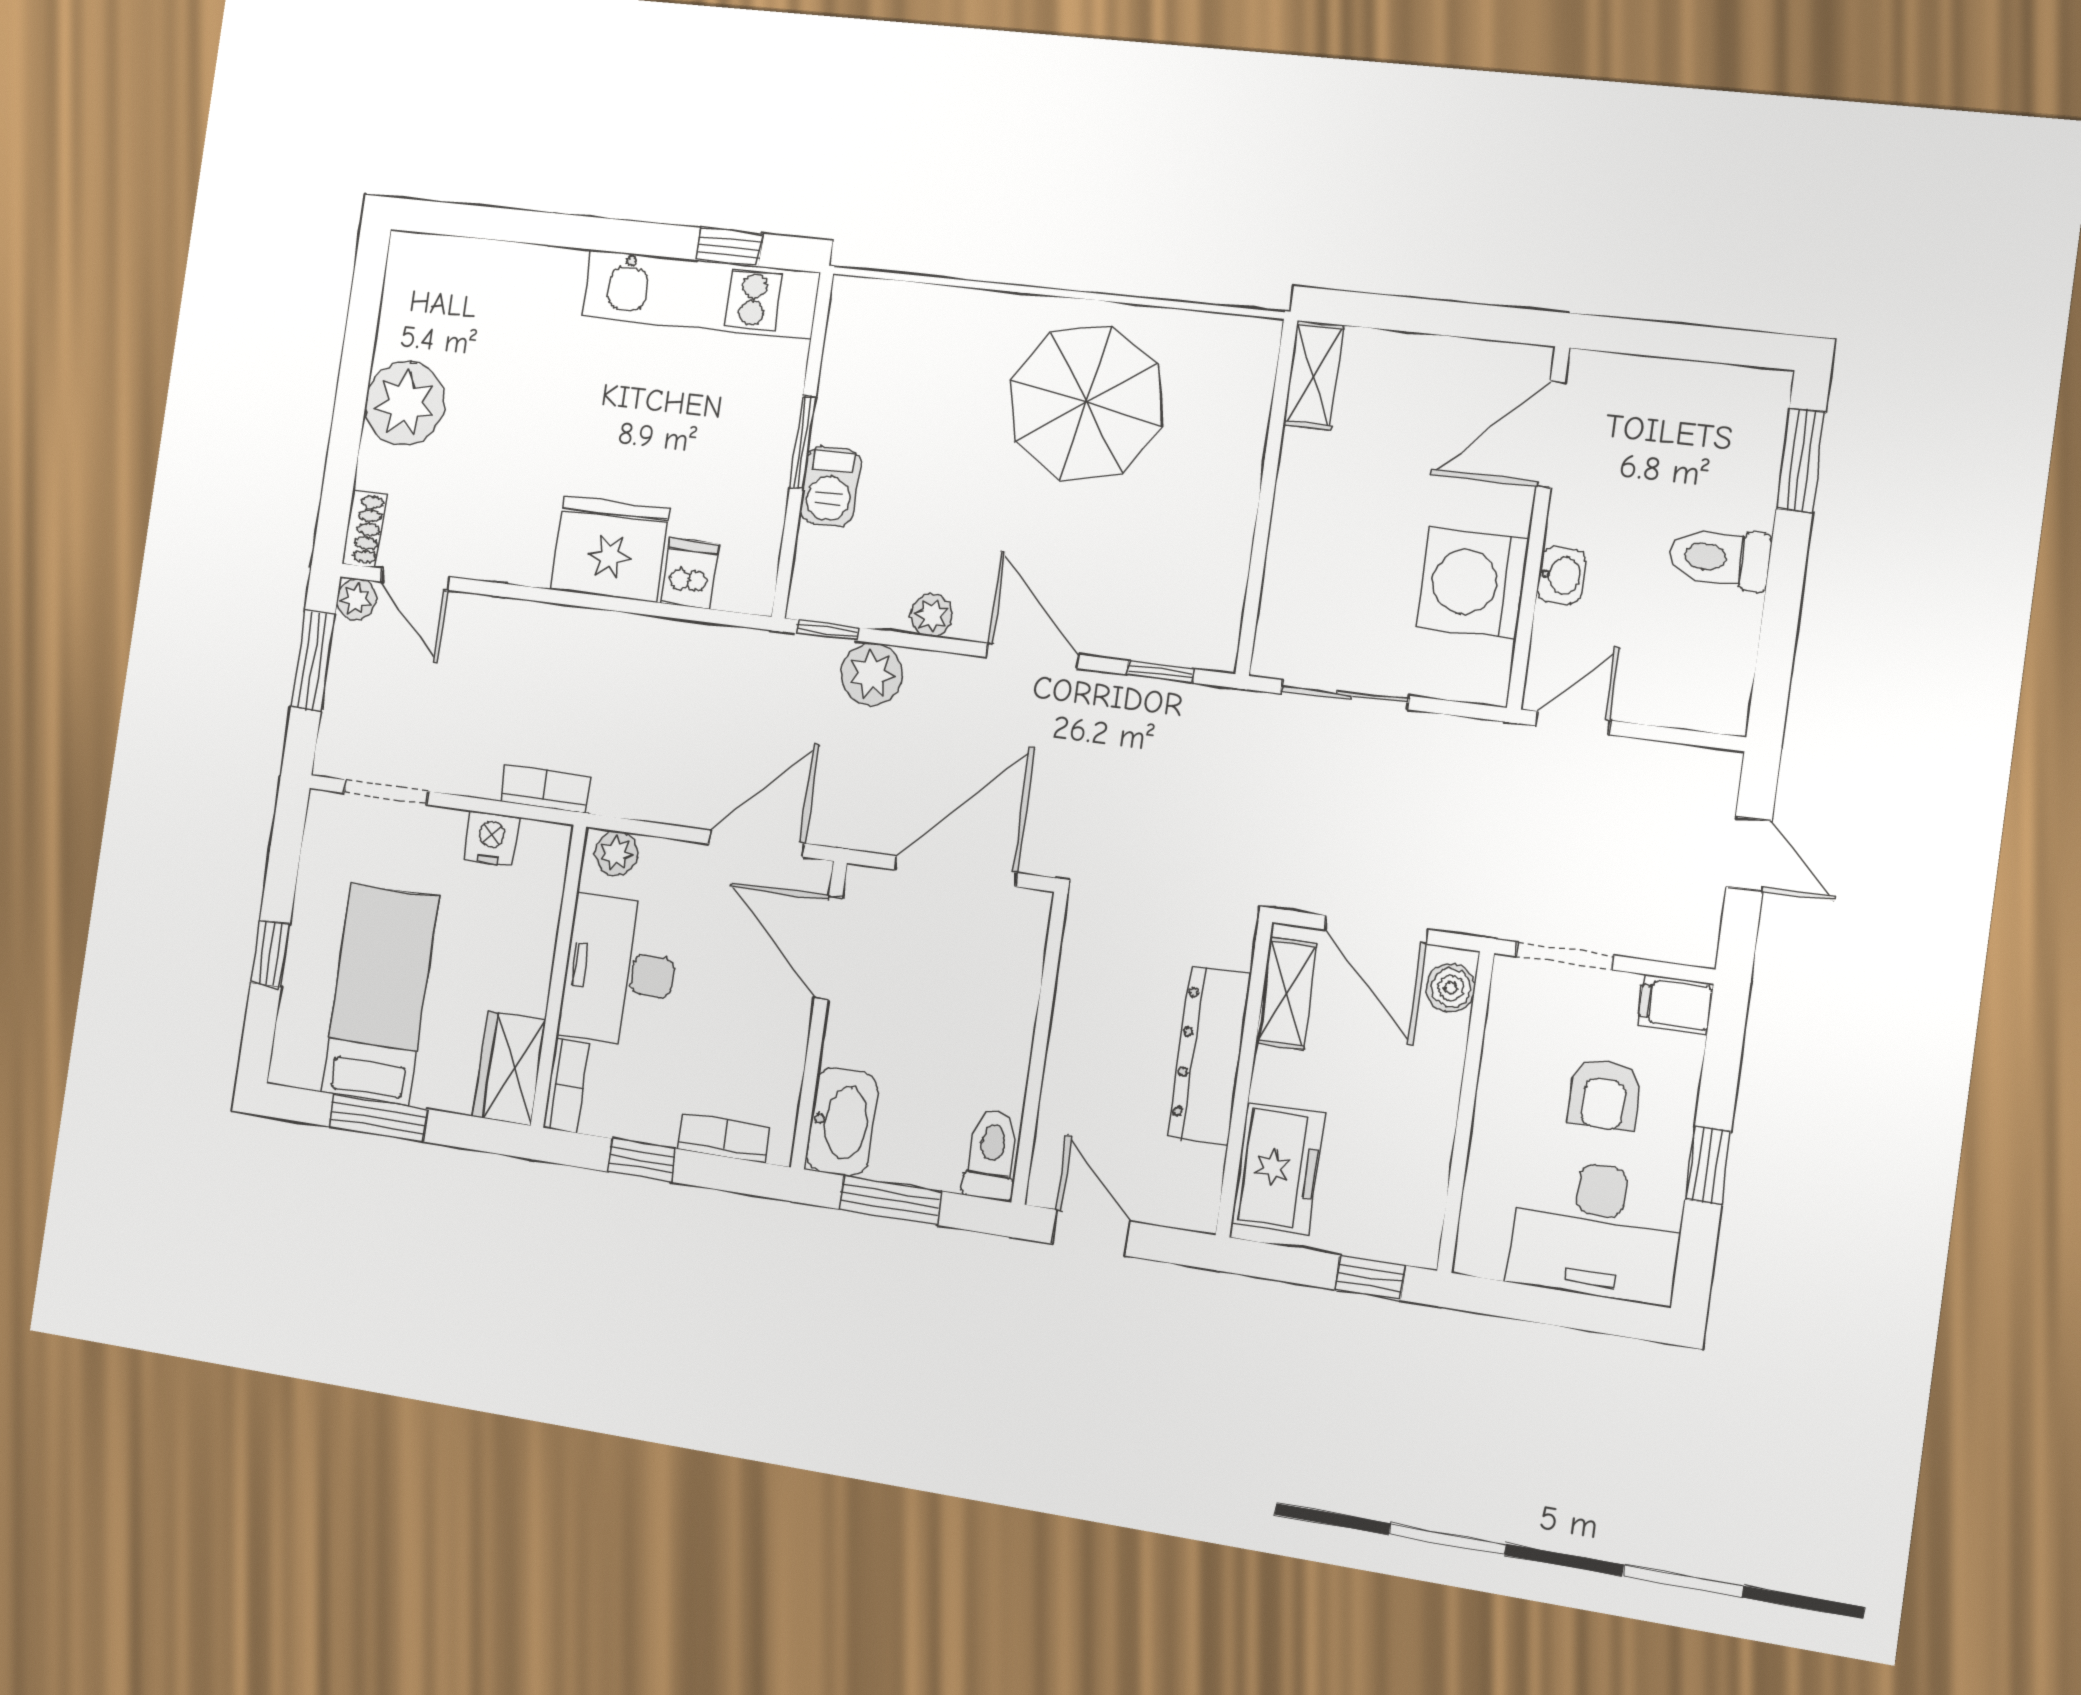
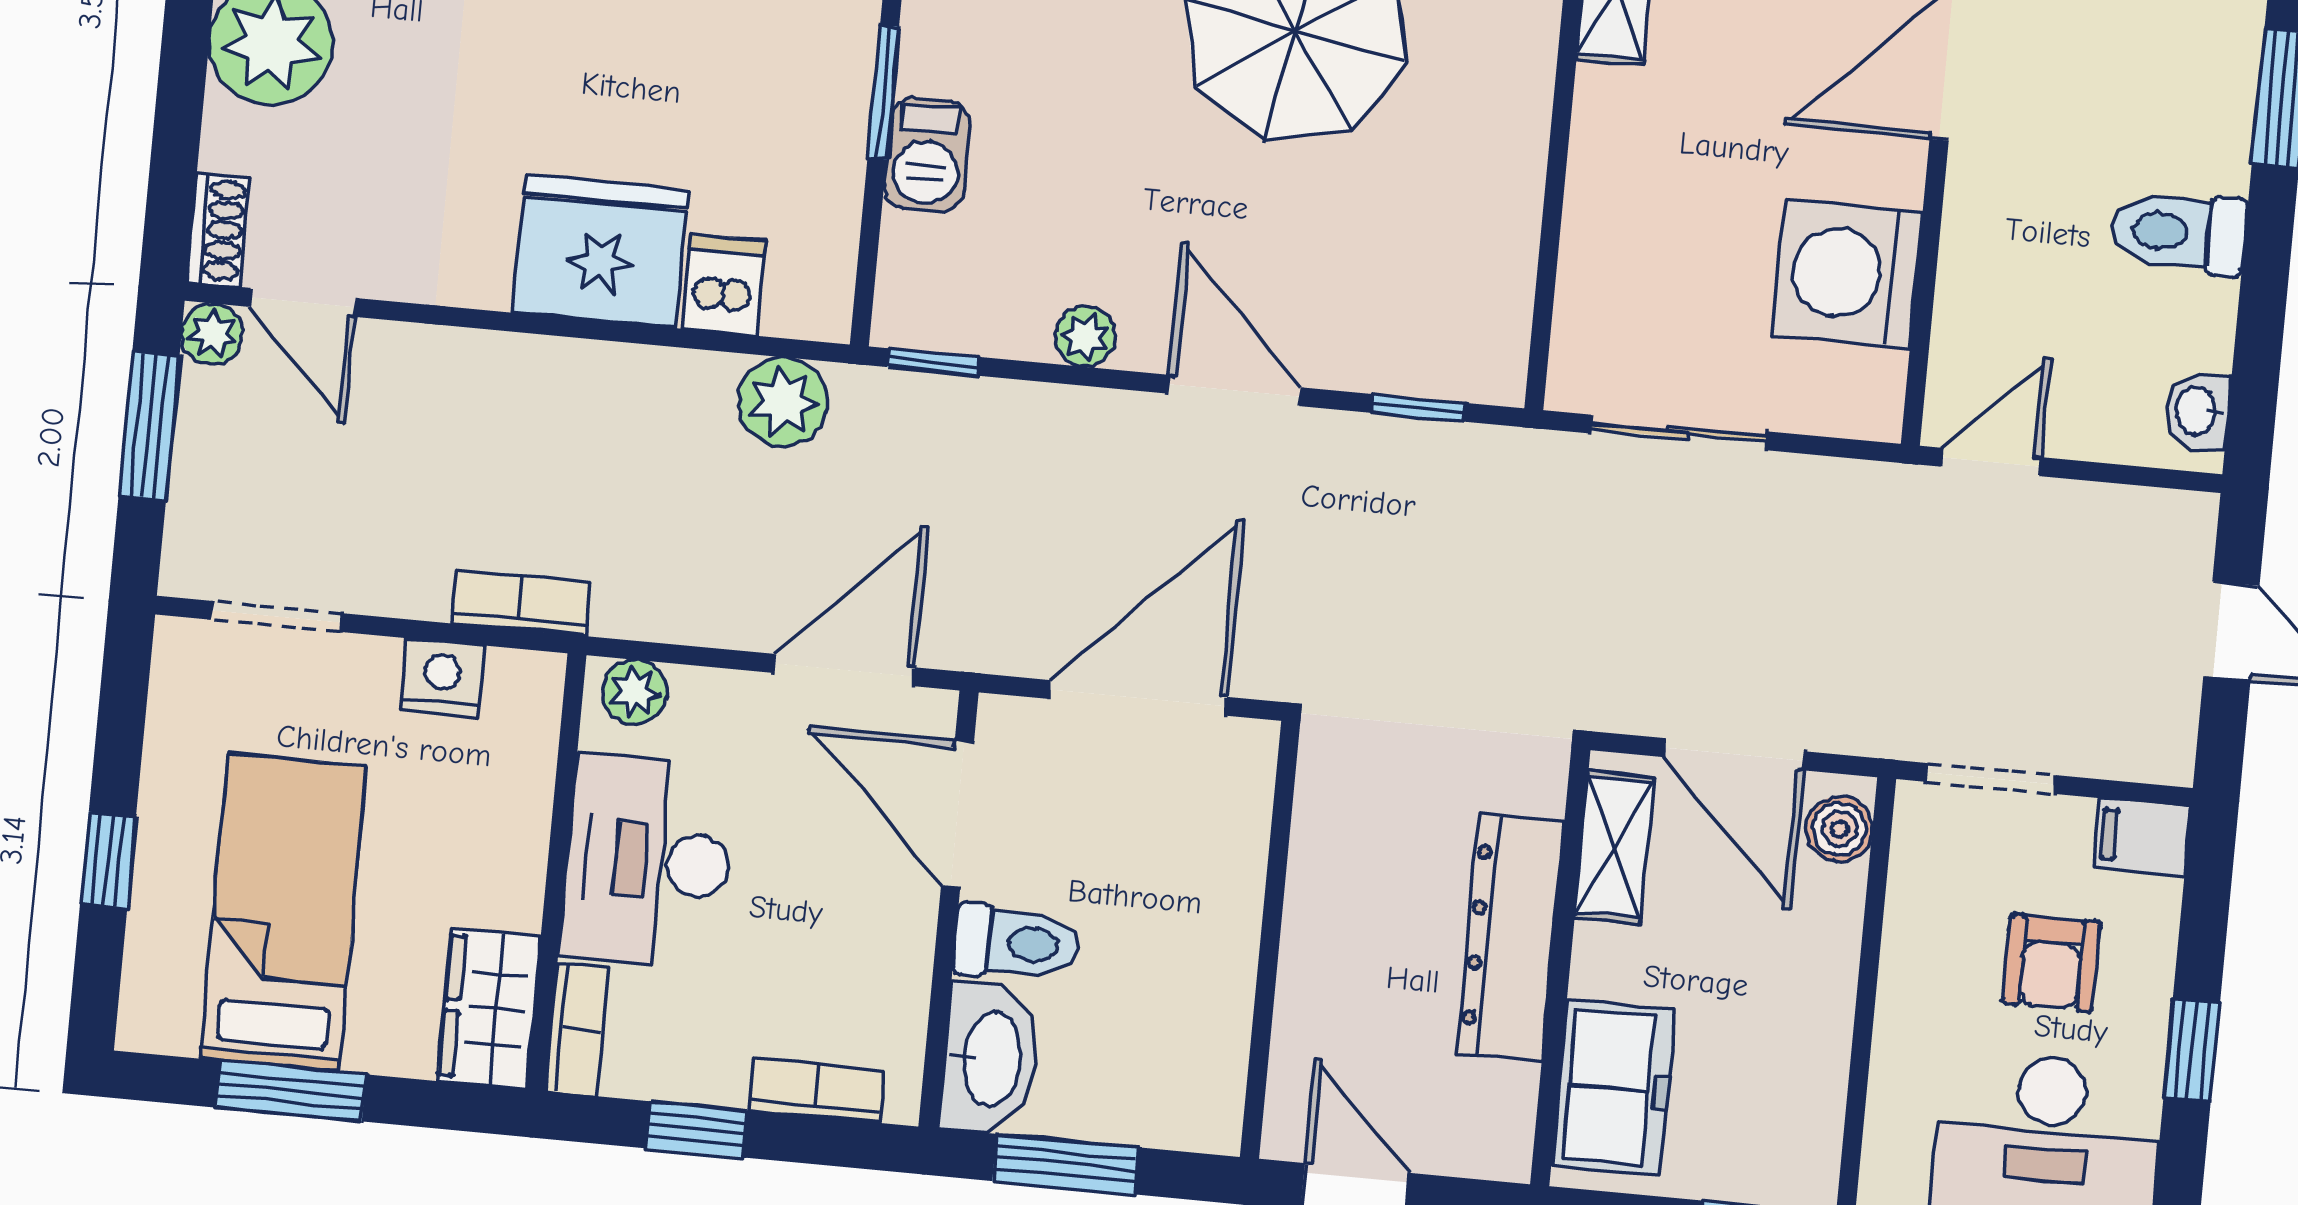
washbasin: (1562, 576) -> (2198, 411), moved, turned 180
plant: (872, 674) -> (783, 402), moved
toilet: (992, 1155) -> (1016, 943), moved, turned 90

